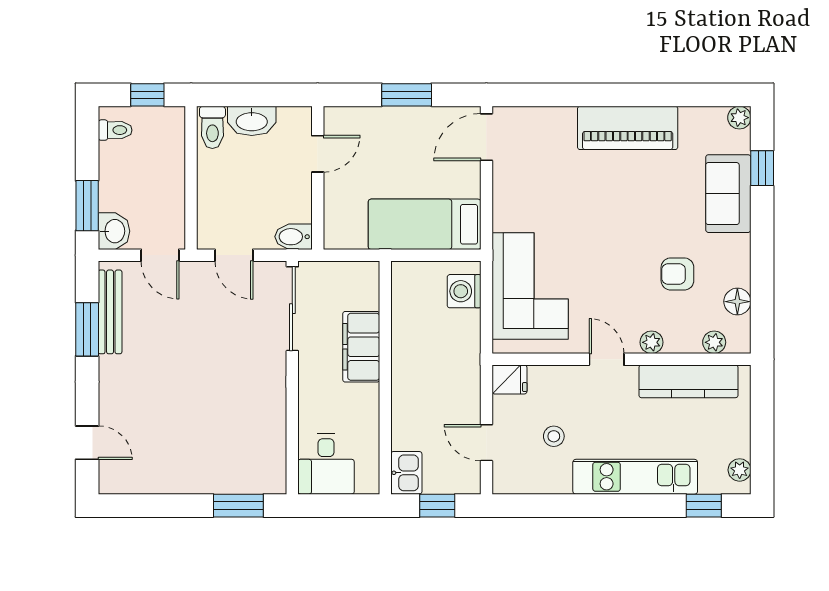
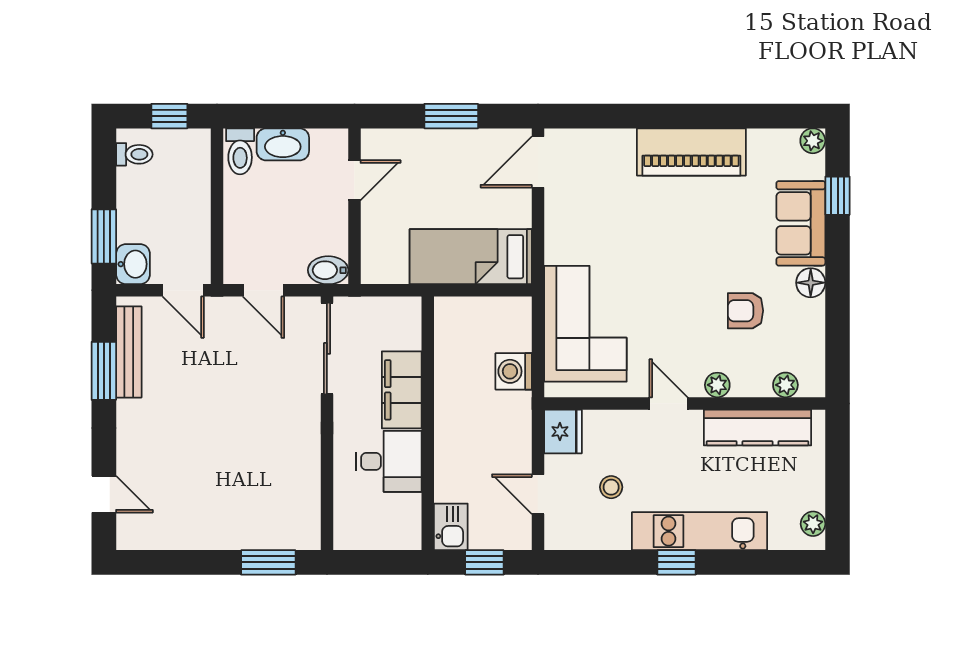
washing machine: (464, 291) -> (514, 371), moved
floor lamp: (737, 302) -> (811, 283), moved
fridge: (509, 379) -> (563, 432), width x1.38
desk: (326, 464) -> (389, 461), moved, turned -90
window: (704, 506) -> (677, 562), moved

